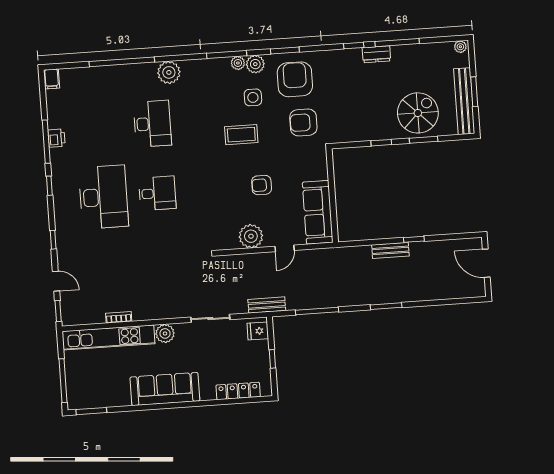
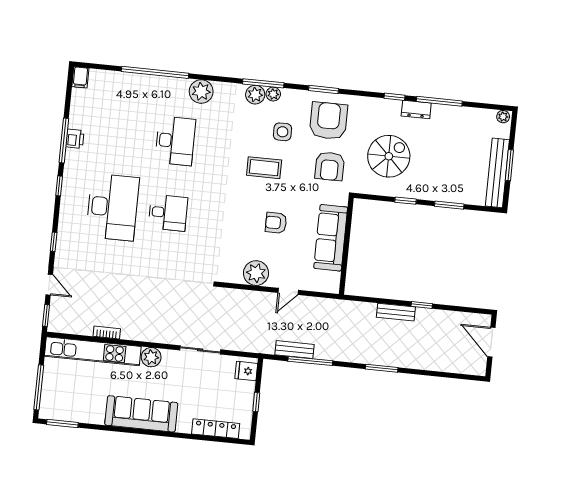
plant: (255, 64) -> (255, 95), moved
spiral stairs: (418, 113) -> (389, 156), moved
armchair: (303, 122) -> (330, 166), turned -90
sofa: (318, 212) -> (331, 238), moved
bench: (267, 305) -> (294, 350), moved

